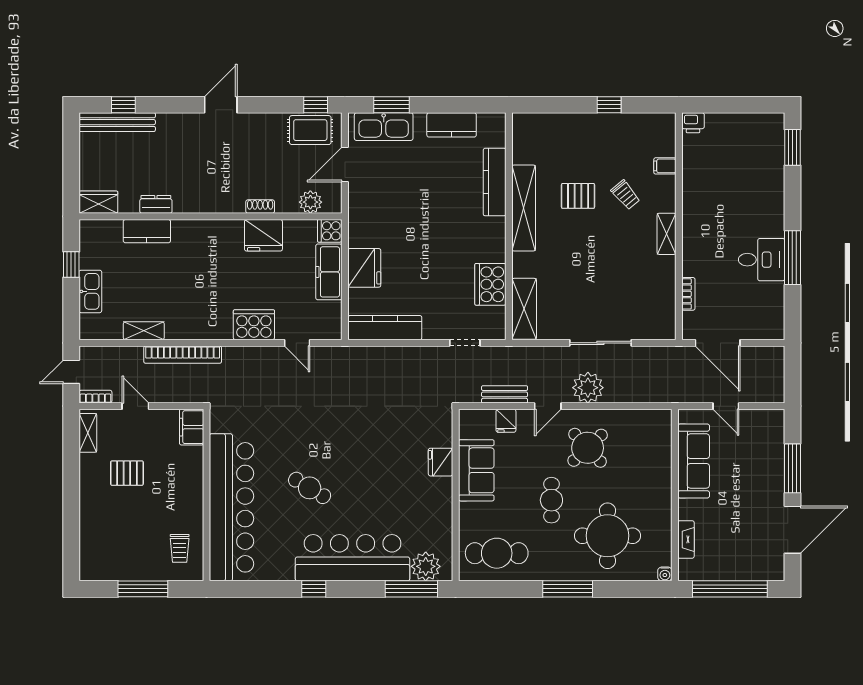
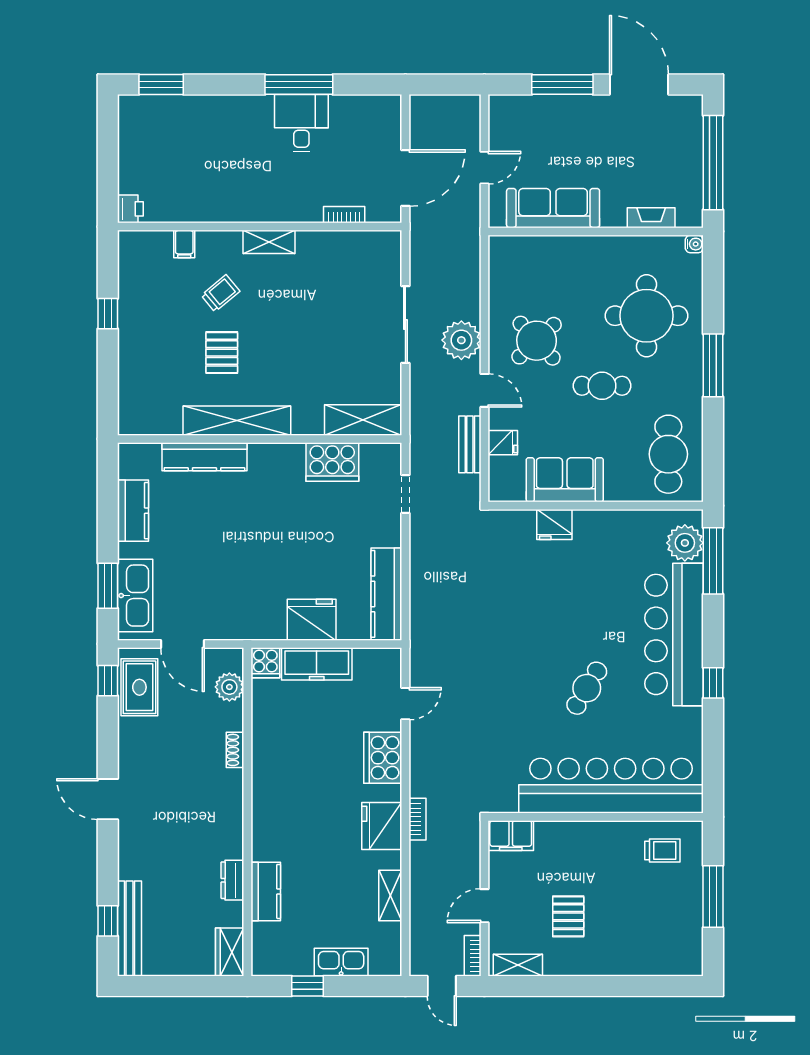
fridge: (263, 235) -> (382, 826), moved, turned 180
bookcase: (183, 355) -> (418, 819), width x0.43, depth x0.76

